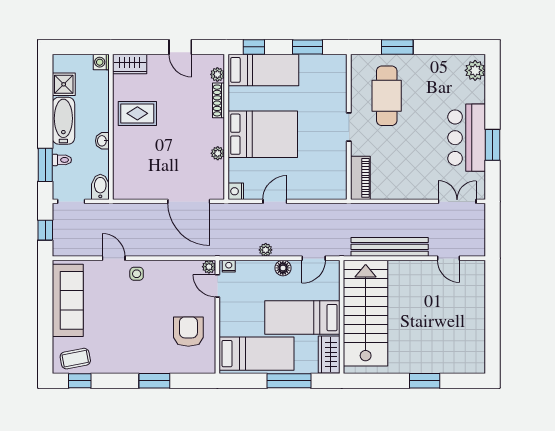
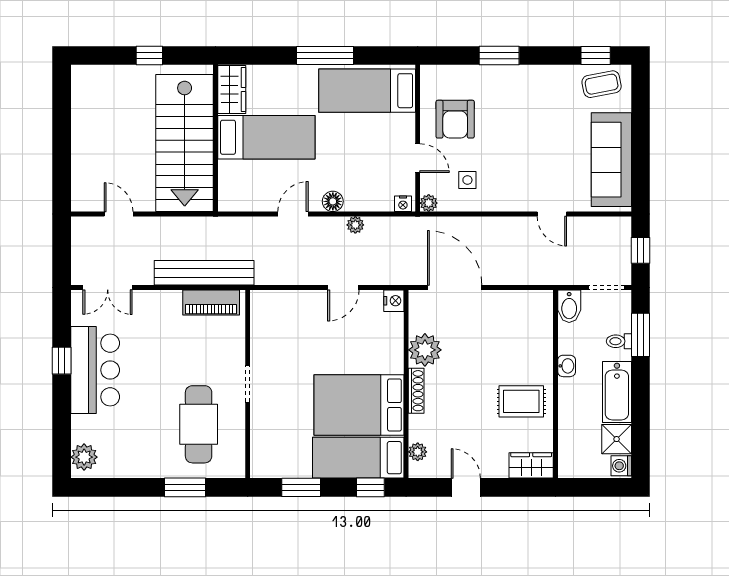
washing machine: (101, 62) -> (621, 466), moved, turned 180
shoe rack: (219, 100) -> (416, 391), moved
bed: (263, 134) -> (359, 405), moved
window: (493, 145) -> (62, 361), width x0.67
plant: (218, 153) -> (425, 350), width x1.87, depth x1.87
piano: (360, 178) -> (211, 302), moved, turned -90
bench: (390, 247) -> (204, 273), moved
side table: (137, 274) -> (467, 180), moved
door: (217, 286) -> (418, 158), moved
stairs: (366, 313) -> (185, 143), moved
wall: (342, 317) -> (216, 138), moved
bed: (302, 318) -> (266, 137), moved
wardrobe: (329, 354) -> (232, 89), moved
window: (425, 381) -> (149, 55), width x0.67

